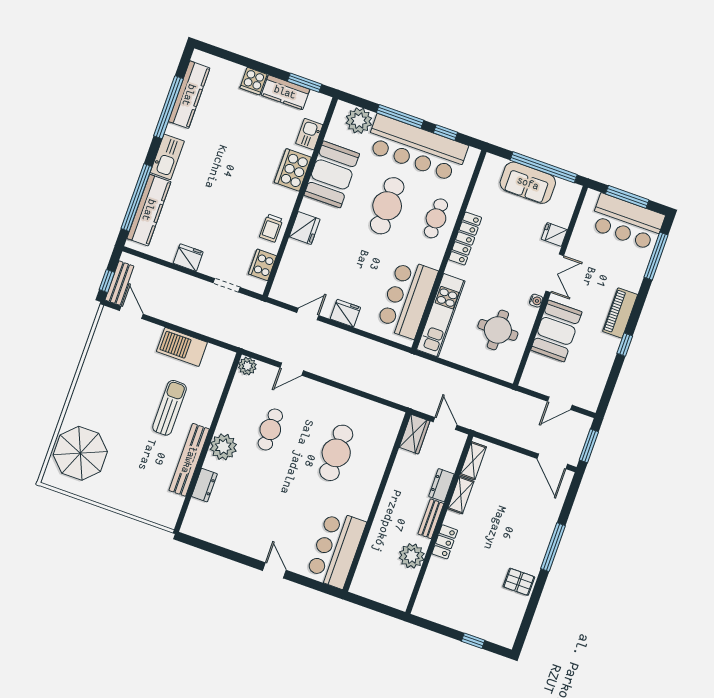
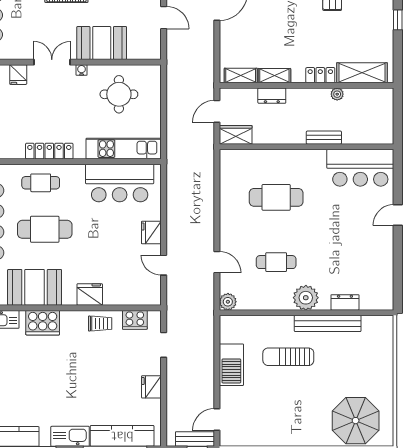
bench: (431, 519) -> (324, 138), moved
plant: (412, 556) -> (337, 94), width x0.53, depth x0.53
shelving: (432, 585) -> (362, 73), added

